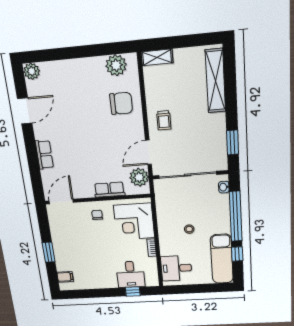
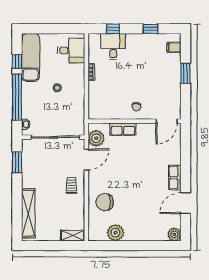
plant: (116, 65) -> (115, 233), moved
row of seats: (44, 155) -> (175, 178), moved
corner desk: (134, 221) -> (105, 98), removed
window: (93, 293) -> (150, 29), added

